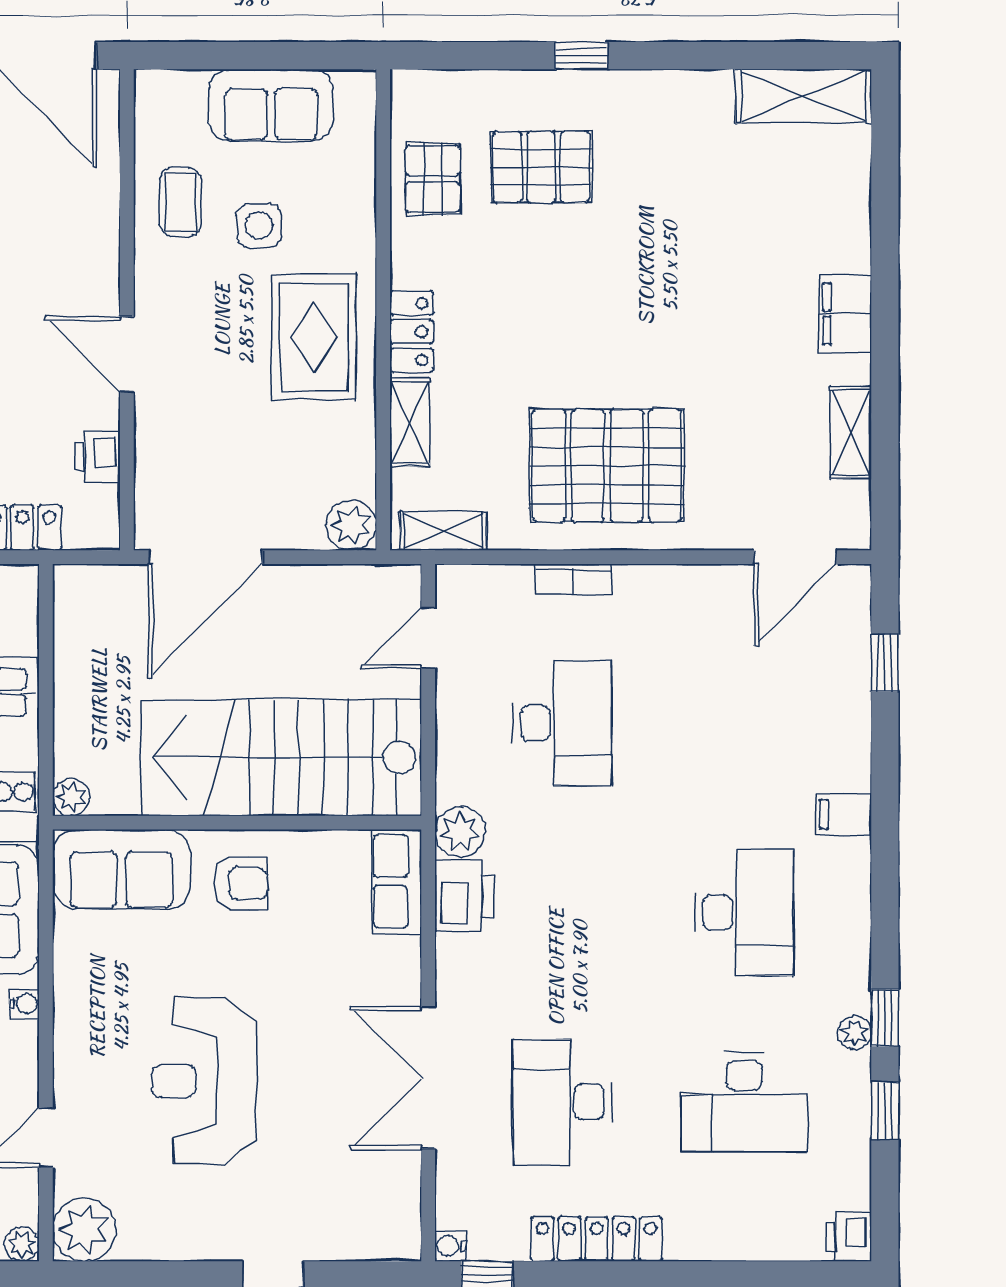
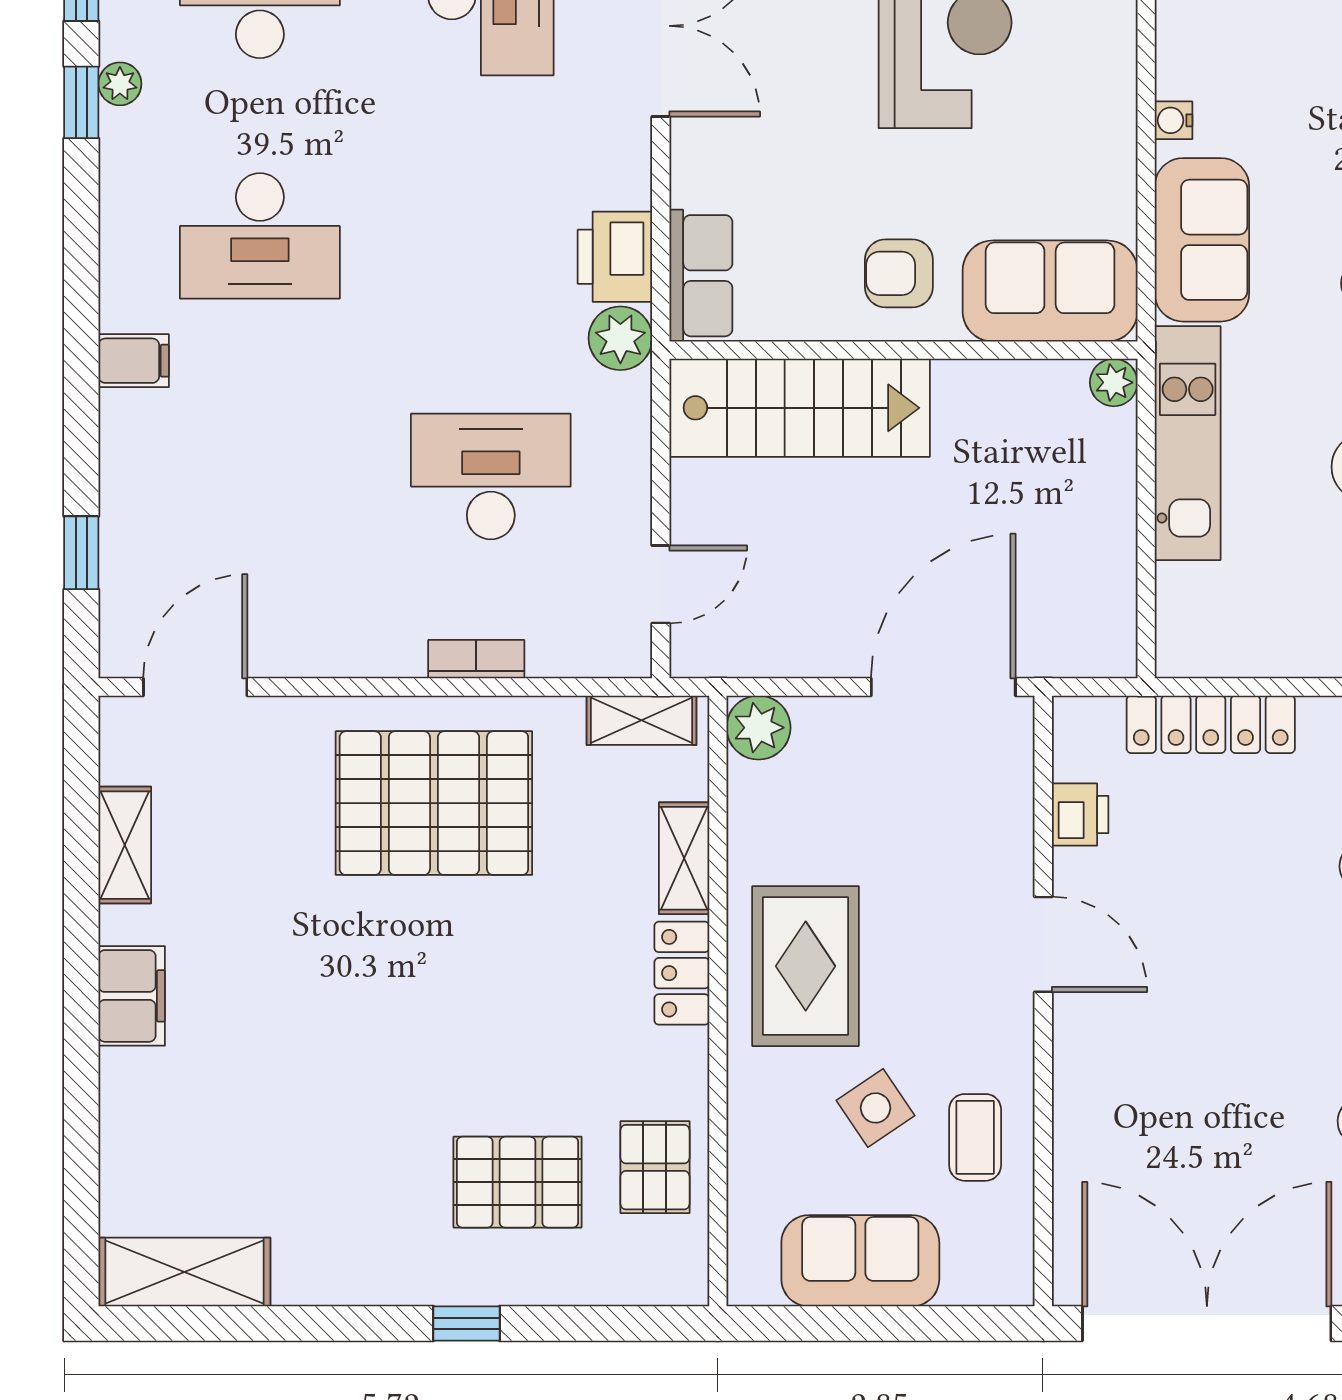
side table: (259, 225) -> (875, 1108), turned -34
desk: (562, 723) -> (491, 477), turned 90
stairs: (281, 758) -> (800, 408), width x0.73, depth x0.66
desk: (744, 913) -> (260, 236), turned -90

